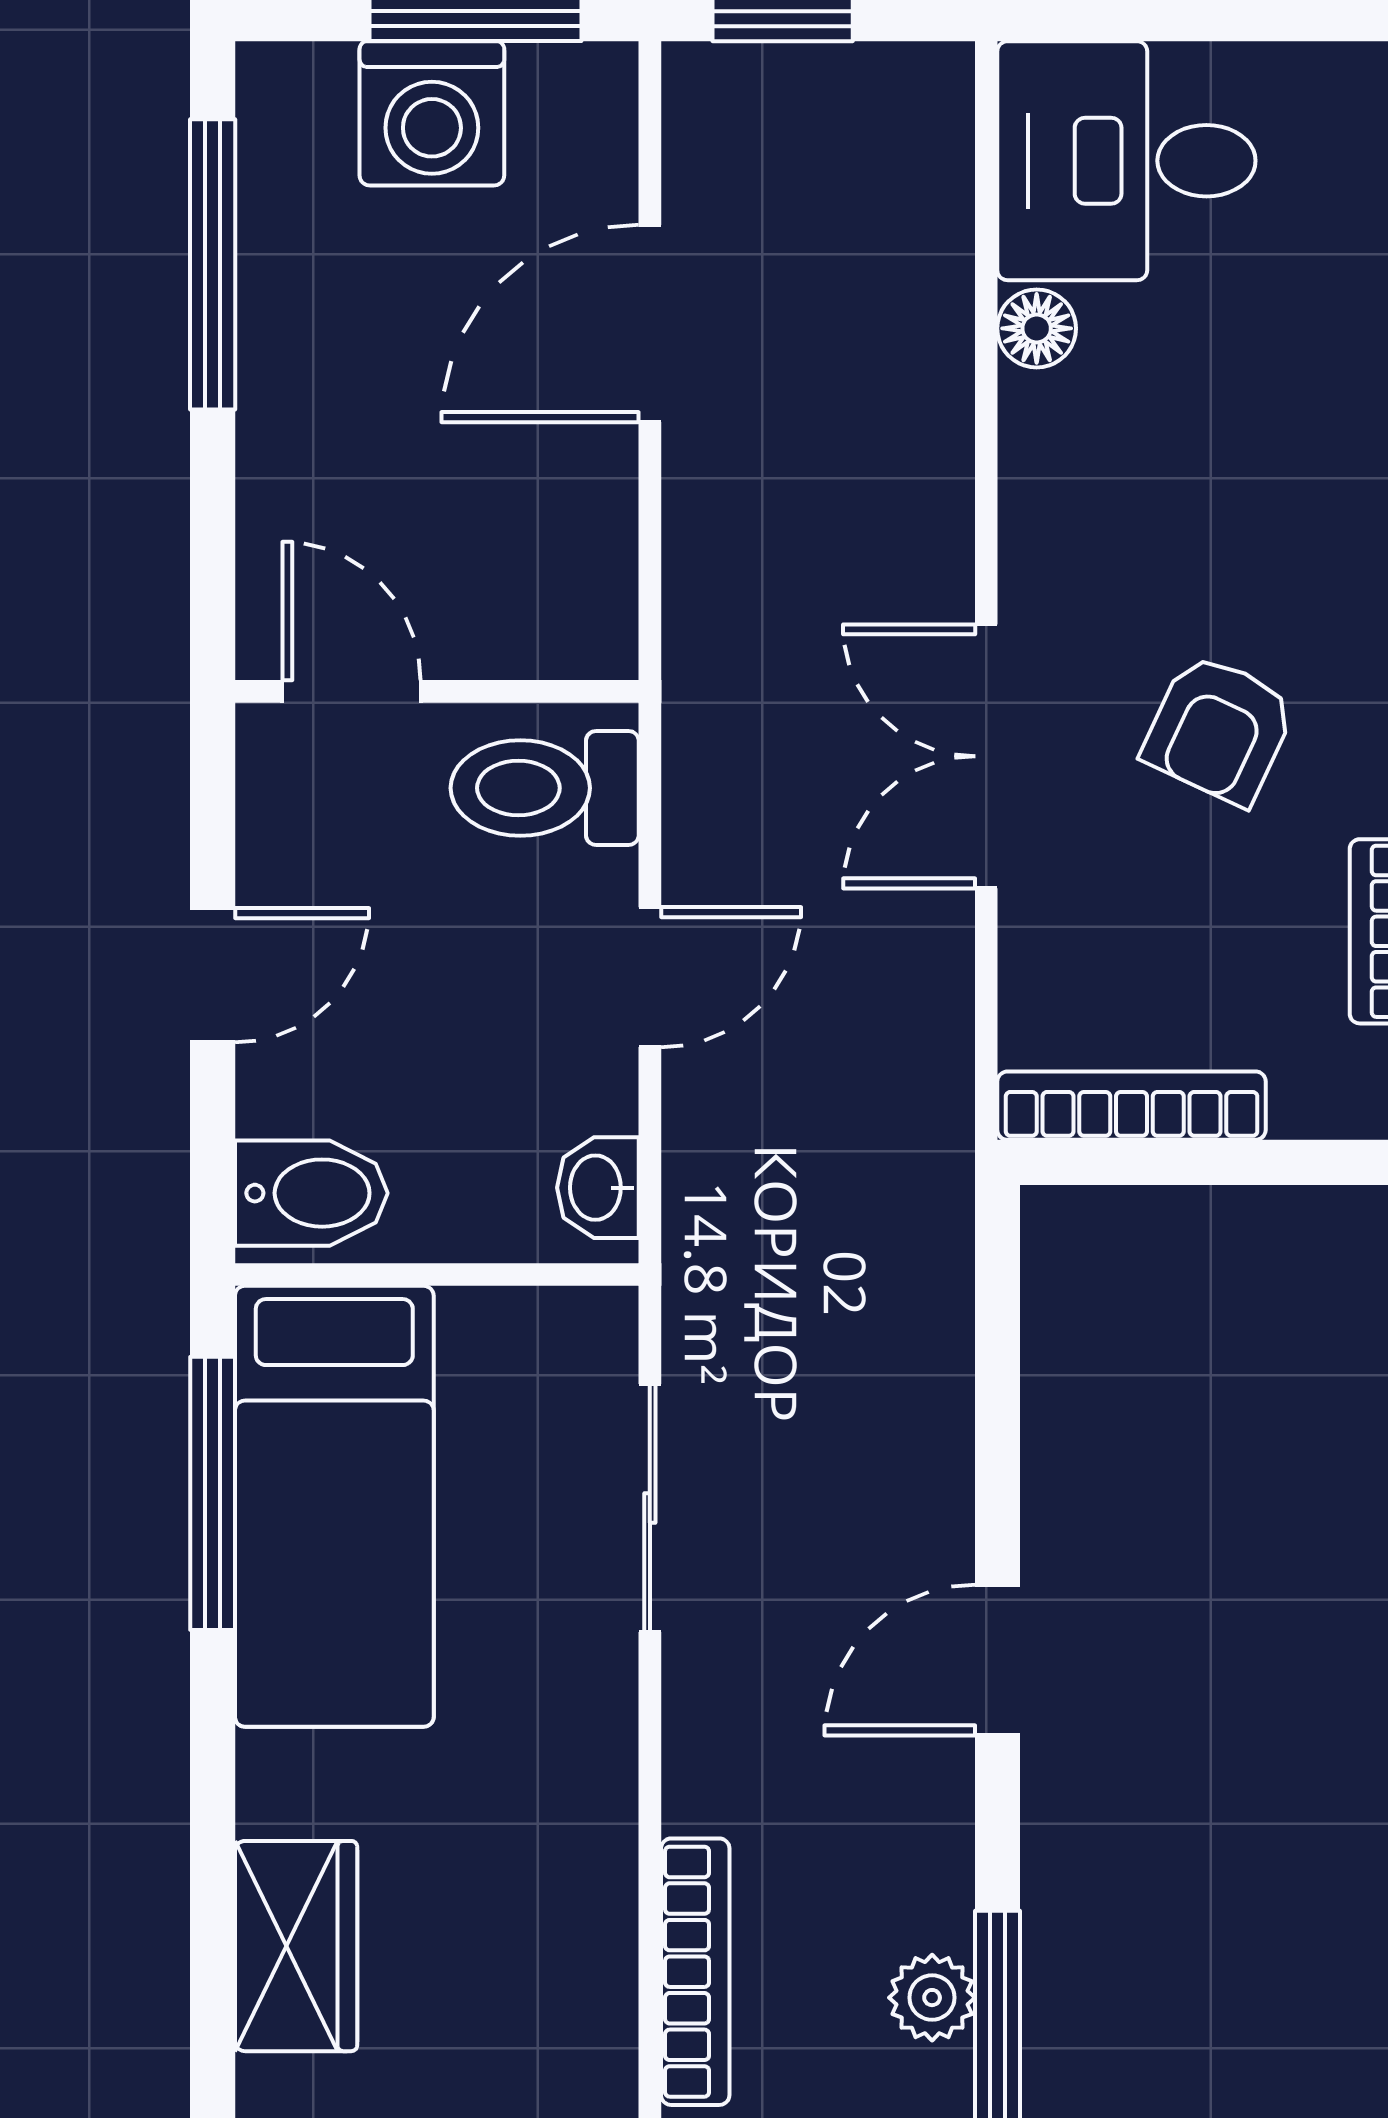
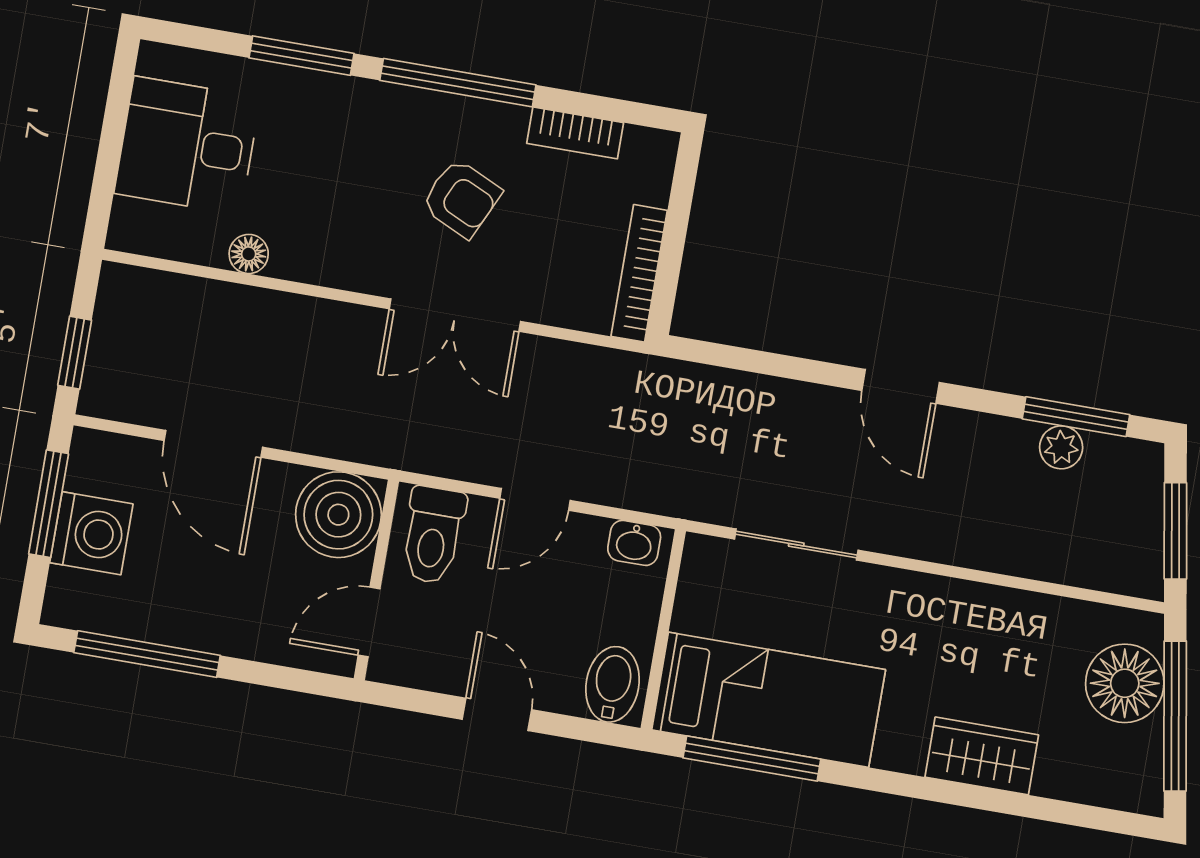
desk: (1126, 161) -> (187, 145), moved, turned 90
boiler: (553, 594) -> (338, 515), added
door: (650, 977) -> (535, 499), swing flipped
bookcase: (695, 1972) -> (1028, 562), removed

